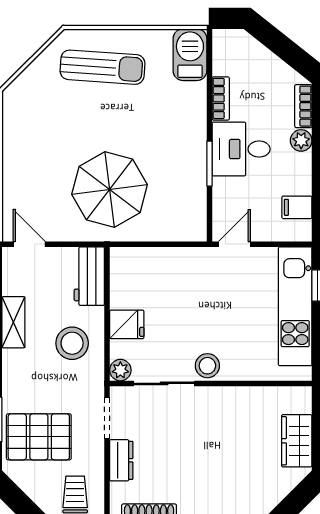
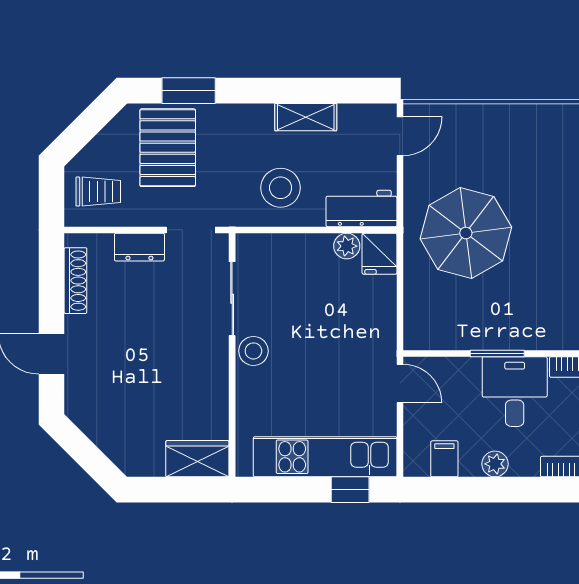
plant: (301, 140) -> (495, 464), moved
fridge: (127, 324) -> (379, 254), moved
plant: (120, 370) -> (347, 246), moved
wardrobe: (297, 441) -> (197, 459), moved

